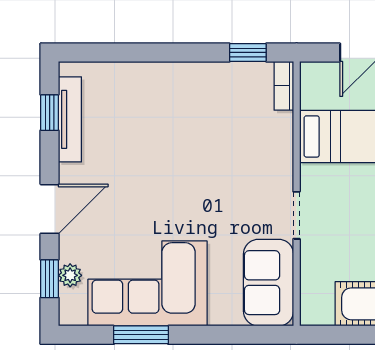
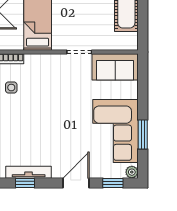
side table: (230, 87) -> (11, 88), added
door: (50, 209) -> (76, 183), hinge flipped
plant: (70, 275) -> (132, 172), moved

